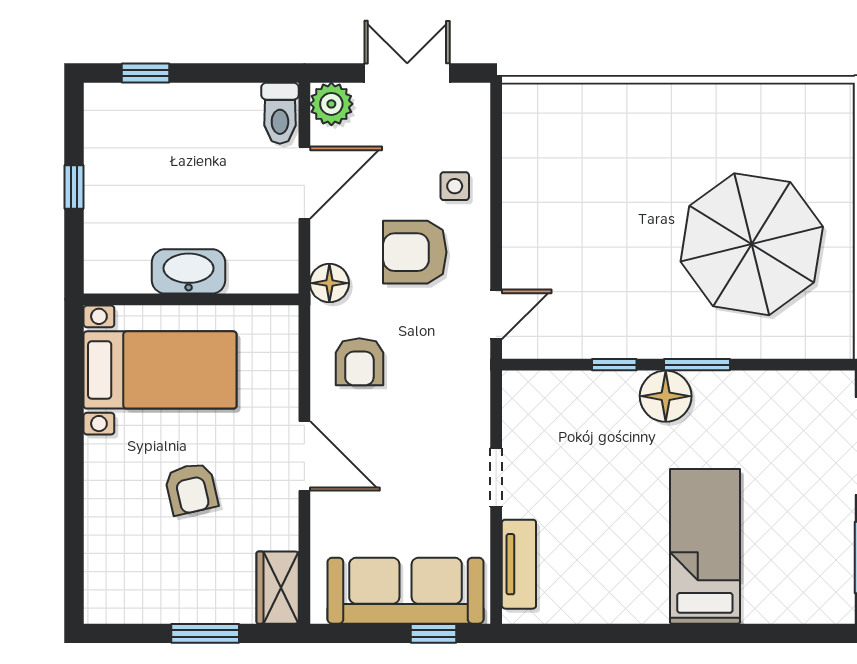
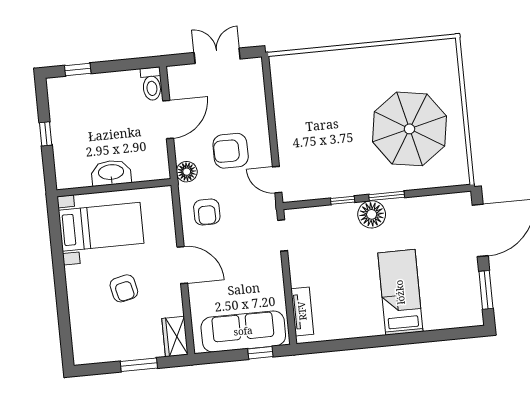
plant: (331, 104) -> (178, 76), removed
side table: (455, 186) -> (248, 114), removed
door: (496, 314) -> (277, 180), swing flipped
doorway: (496, 477) -> (283, 235), moved

